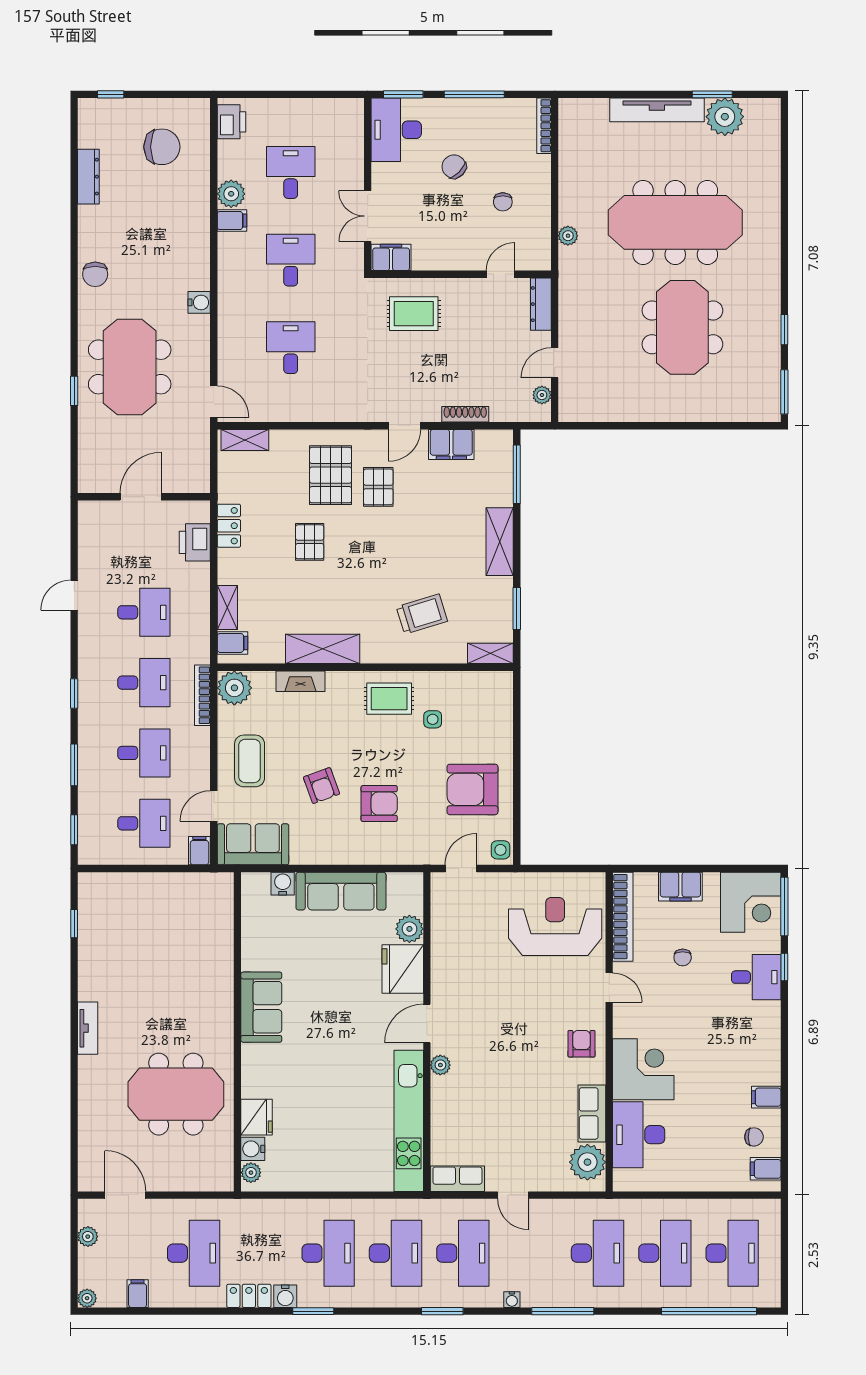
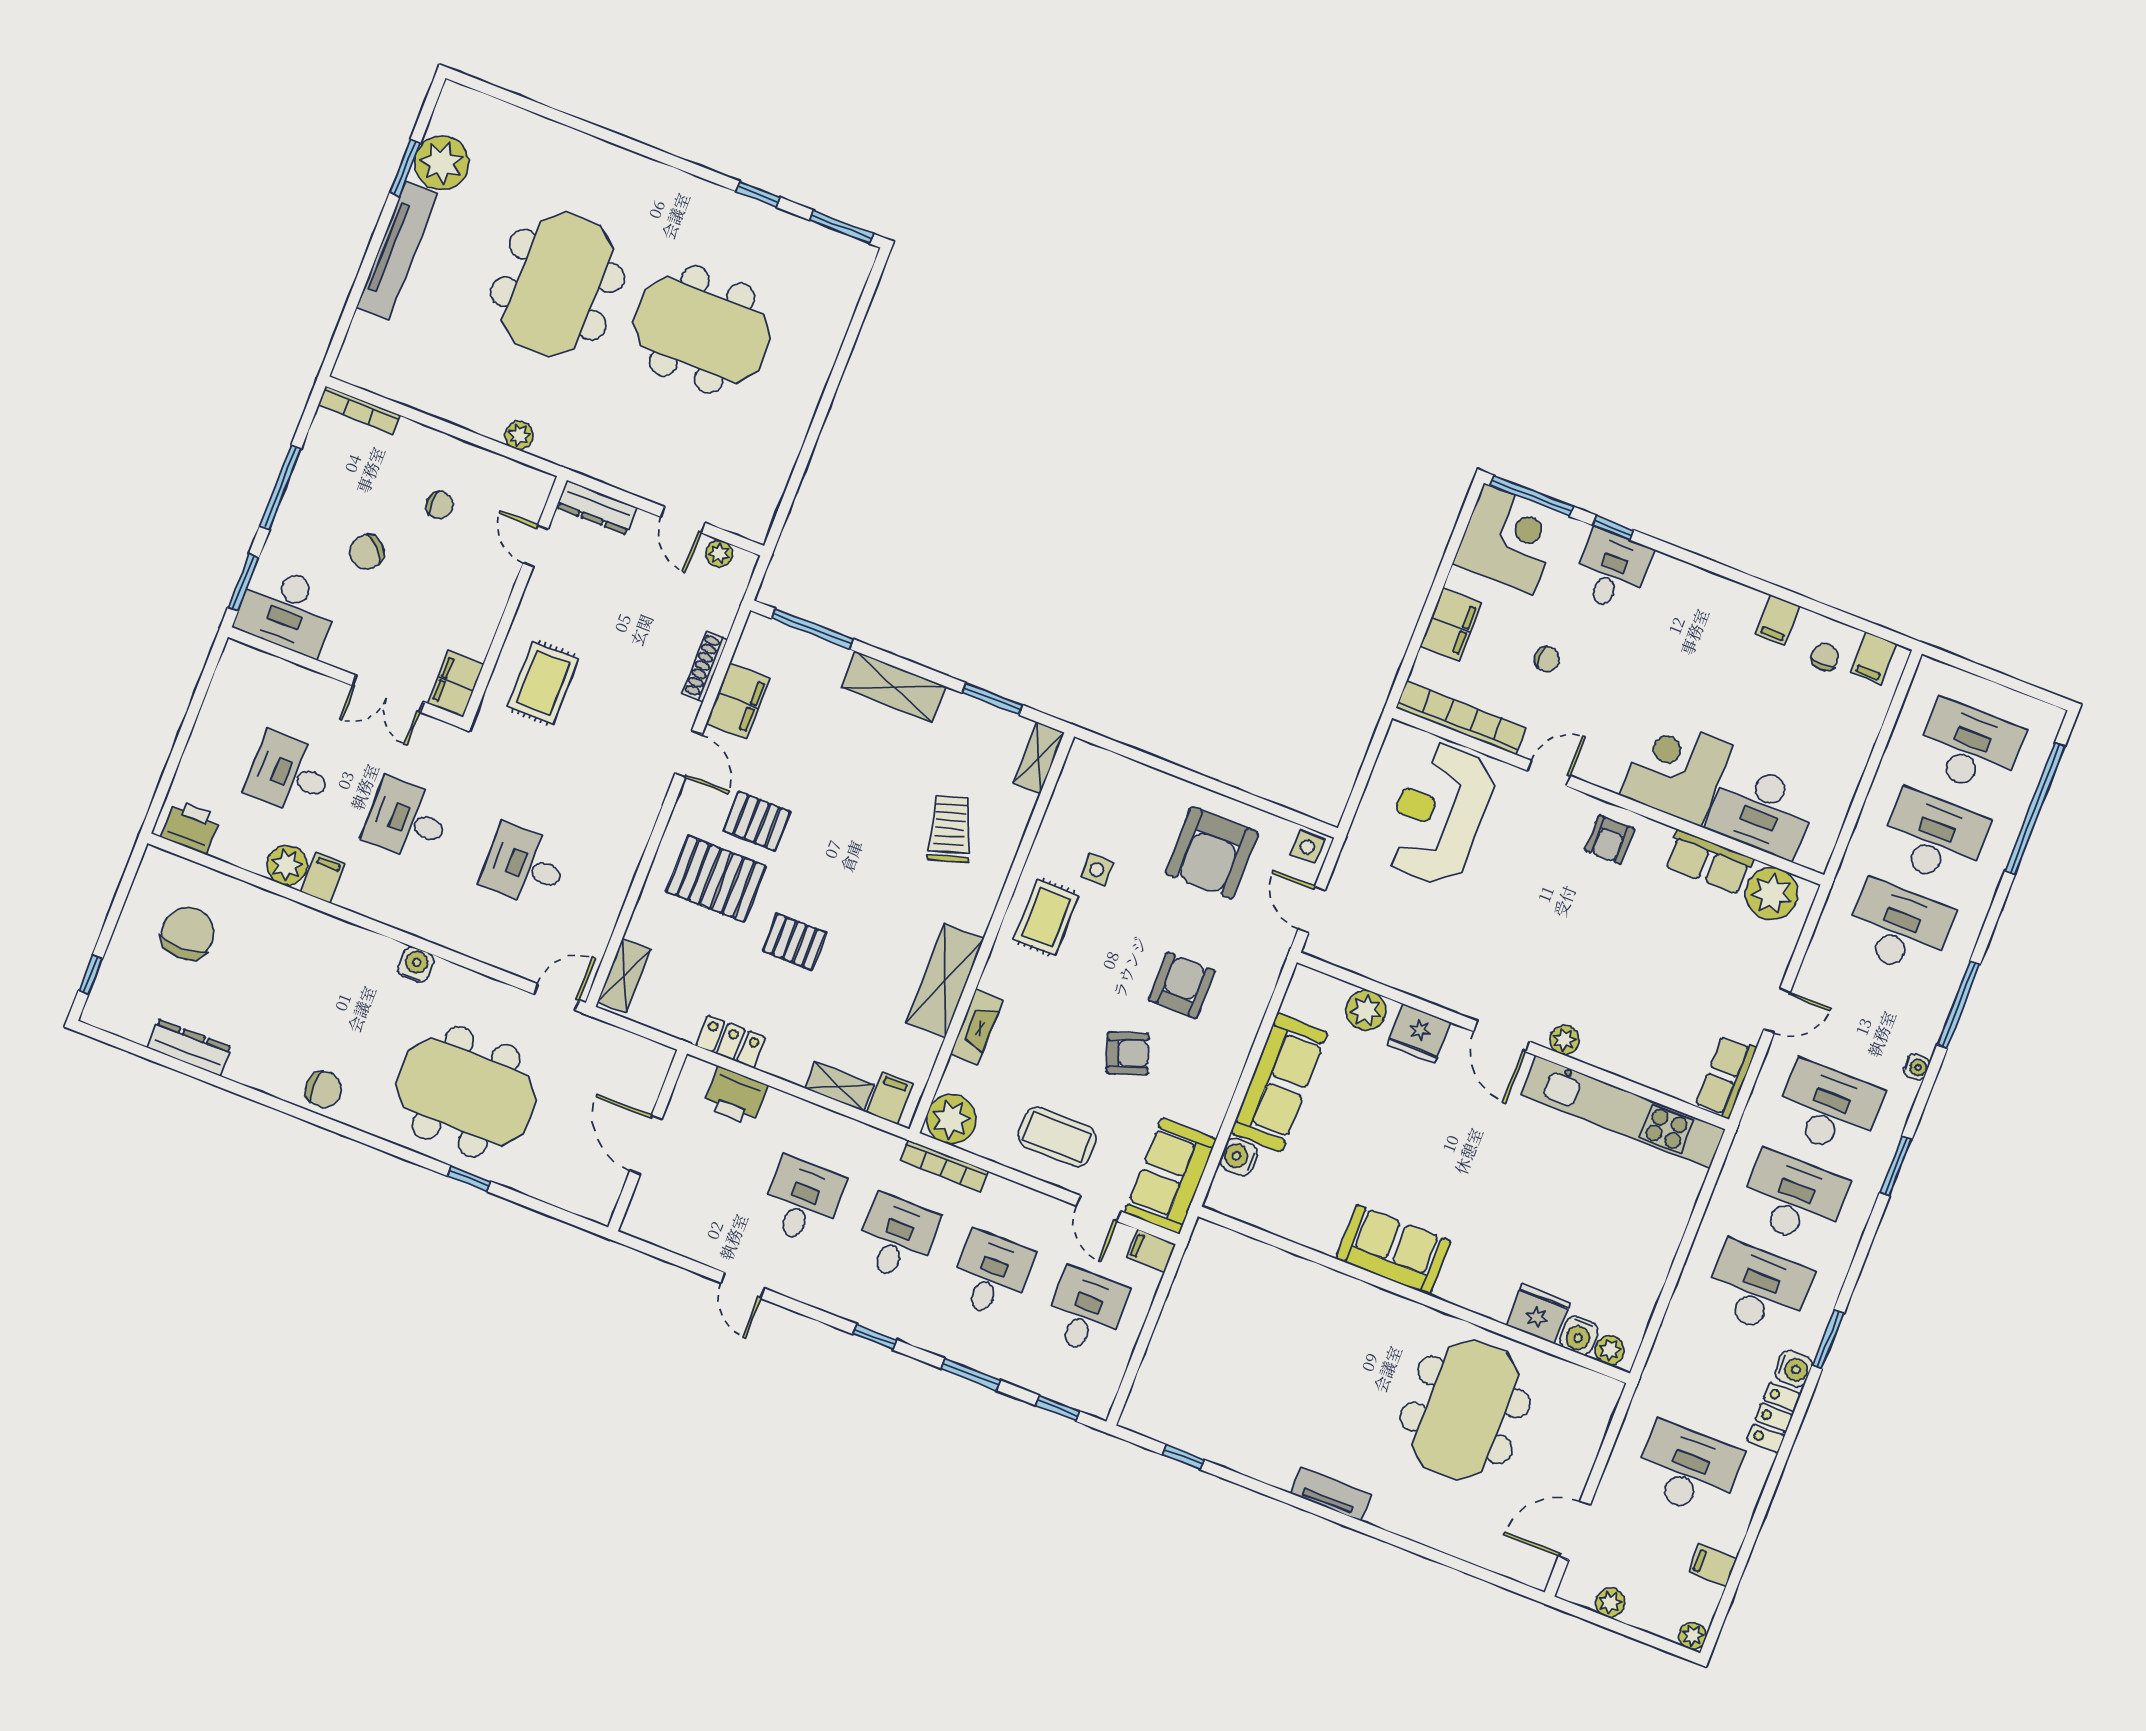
meeting table: (675, 222) -> (557, 285), width x0.73
fridge: (403, 969) -> (1419, 1033), width x0.73, depth x0.75
armchair: (582, 1044) -> (1610, 840), turned -90

